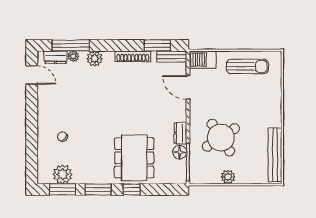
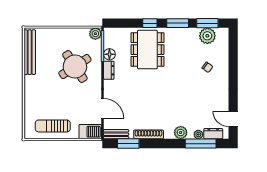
plant: (228, 177) -> (95, 34), moved

